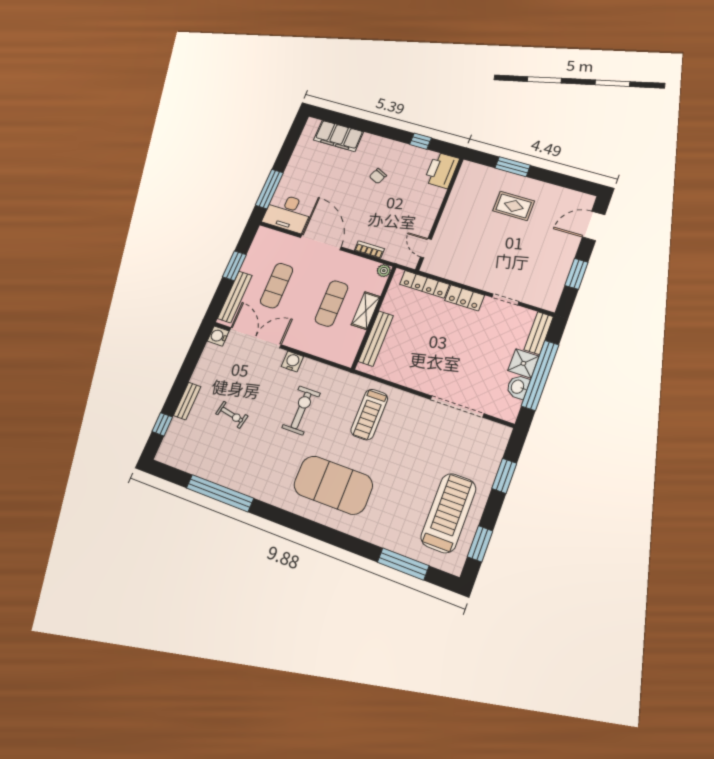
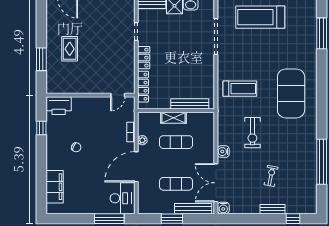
plant: (384, 271) -> (142, 140), moved
exercise bike: (301, 410) -> (252, 133), turned -90
treadmill: (448, 513) -> (260, 17), moved

